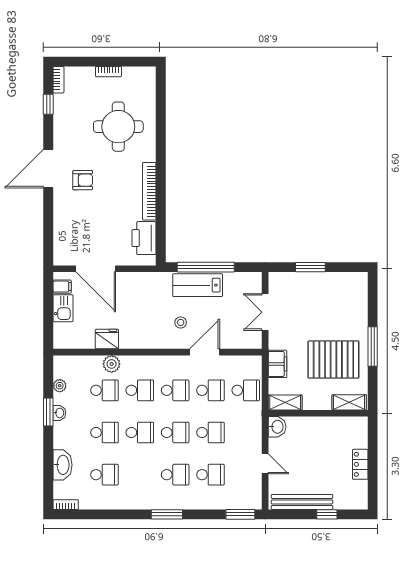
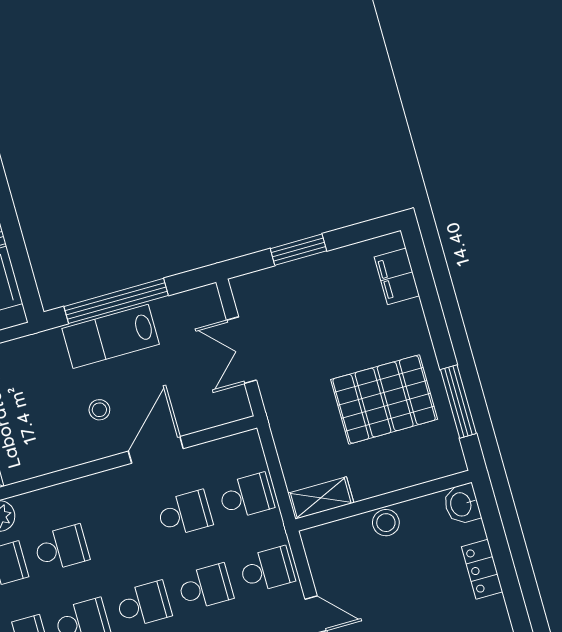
window: (373, 347) -> (458, 402), moved
filing cabinet: (277, 364) -> (397, 276), moved, turned 180
school desk: (175, 390) -> (267, 570), moved
shelving: (349, 402) -> (432, 466), removed
stool: (316, 425) -> (386, 523), added
washbasin: (277, 427) -> (462, 504), moved, turned 180

